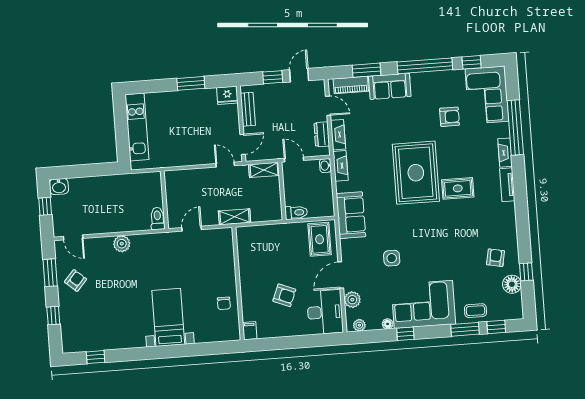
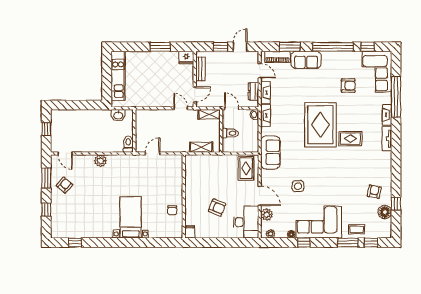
washbasin: (59, 187) -> (118, 115), moved
toilet: (296, 213) -> (230, 133), moved
shelving: (235, 217) -> (201, 147), moved
door: (341, 275) -> (260, 196), swing flipped

